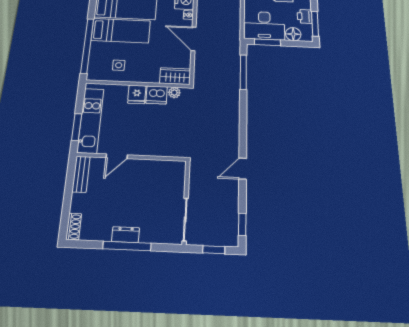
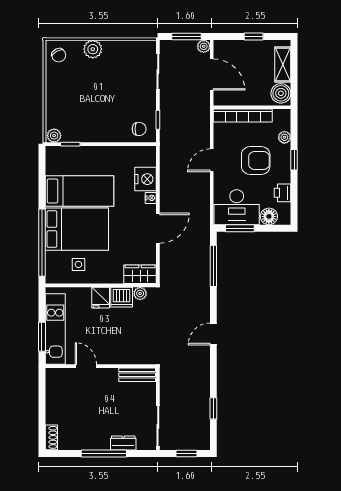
window: (315, 24) -> (294, 202), removed
bed: (121, 31) -> (77, 229), width x1.50
door: (194, 39) -> (158, 228), swing flipped
door: (117, 156) -> (86, 366), swing flipped
door: (243, 169) -> (213, 334), moved
bench: (81, 174) -> (137, 375), moved, turned 90
window: (242, 224) -> (213, 408), moved
dresser: (126, 235) -> (123, 443), moved

